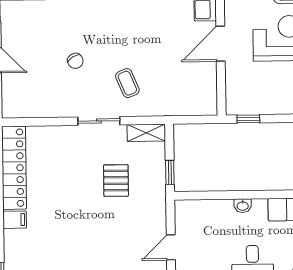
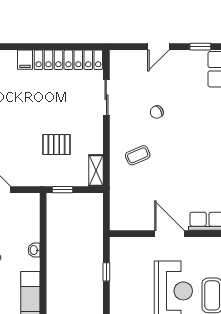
window: (248, 119) -> (106, 272), moved
sliding door: (99, 121) -> (106, 97), moved

